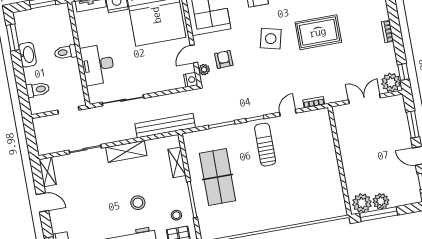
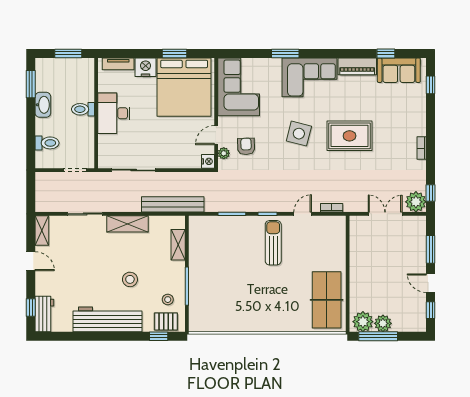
desk: (98, 65) -> (114, 113), moved
table tennis table: (218, 177) -> (327, 300), moved

